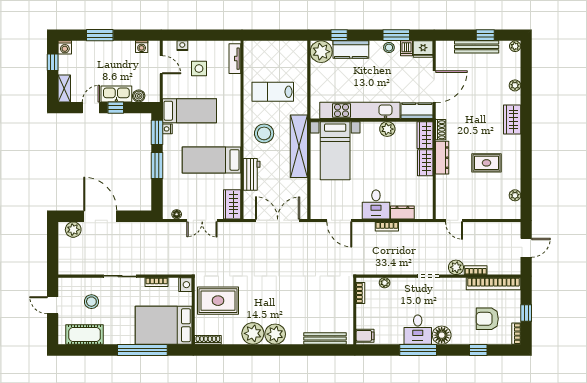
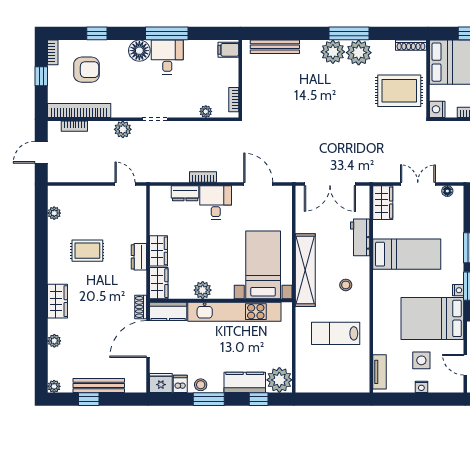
window: (396, 35) -> (209, 399), moved
nightstand: (182, 46) -> (421, 387), moved
lab bench: (273, 92) -> (336, 333), turned 180
bed: (190, 111) -> (432, 318), width x1.50
shoe rack: (441, 130) -> (141, 307), moved
stool: (264, 133) -> (346, 285), width x0.53, depth x0.53
dresser: (442, 158) -> (139, 257), width x0.70
bookcase: (476, 270) -> (74, 126), moved
window: (261, 350) -> (349, 33), added

